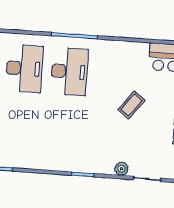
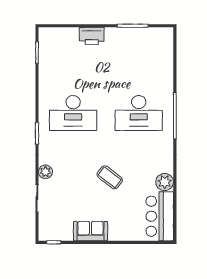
plant: (140, 51) -> (165, 182), added
desk: (24, 68) -> (73, 113), moved

